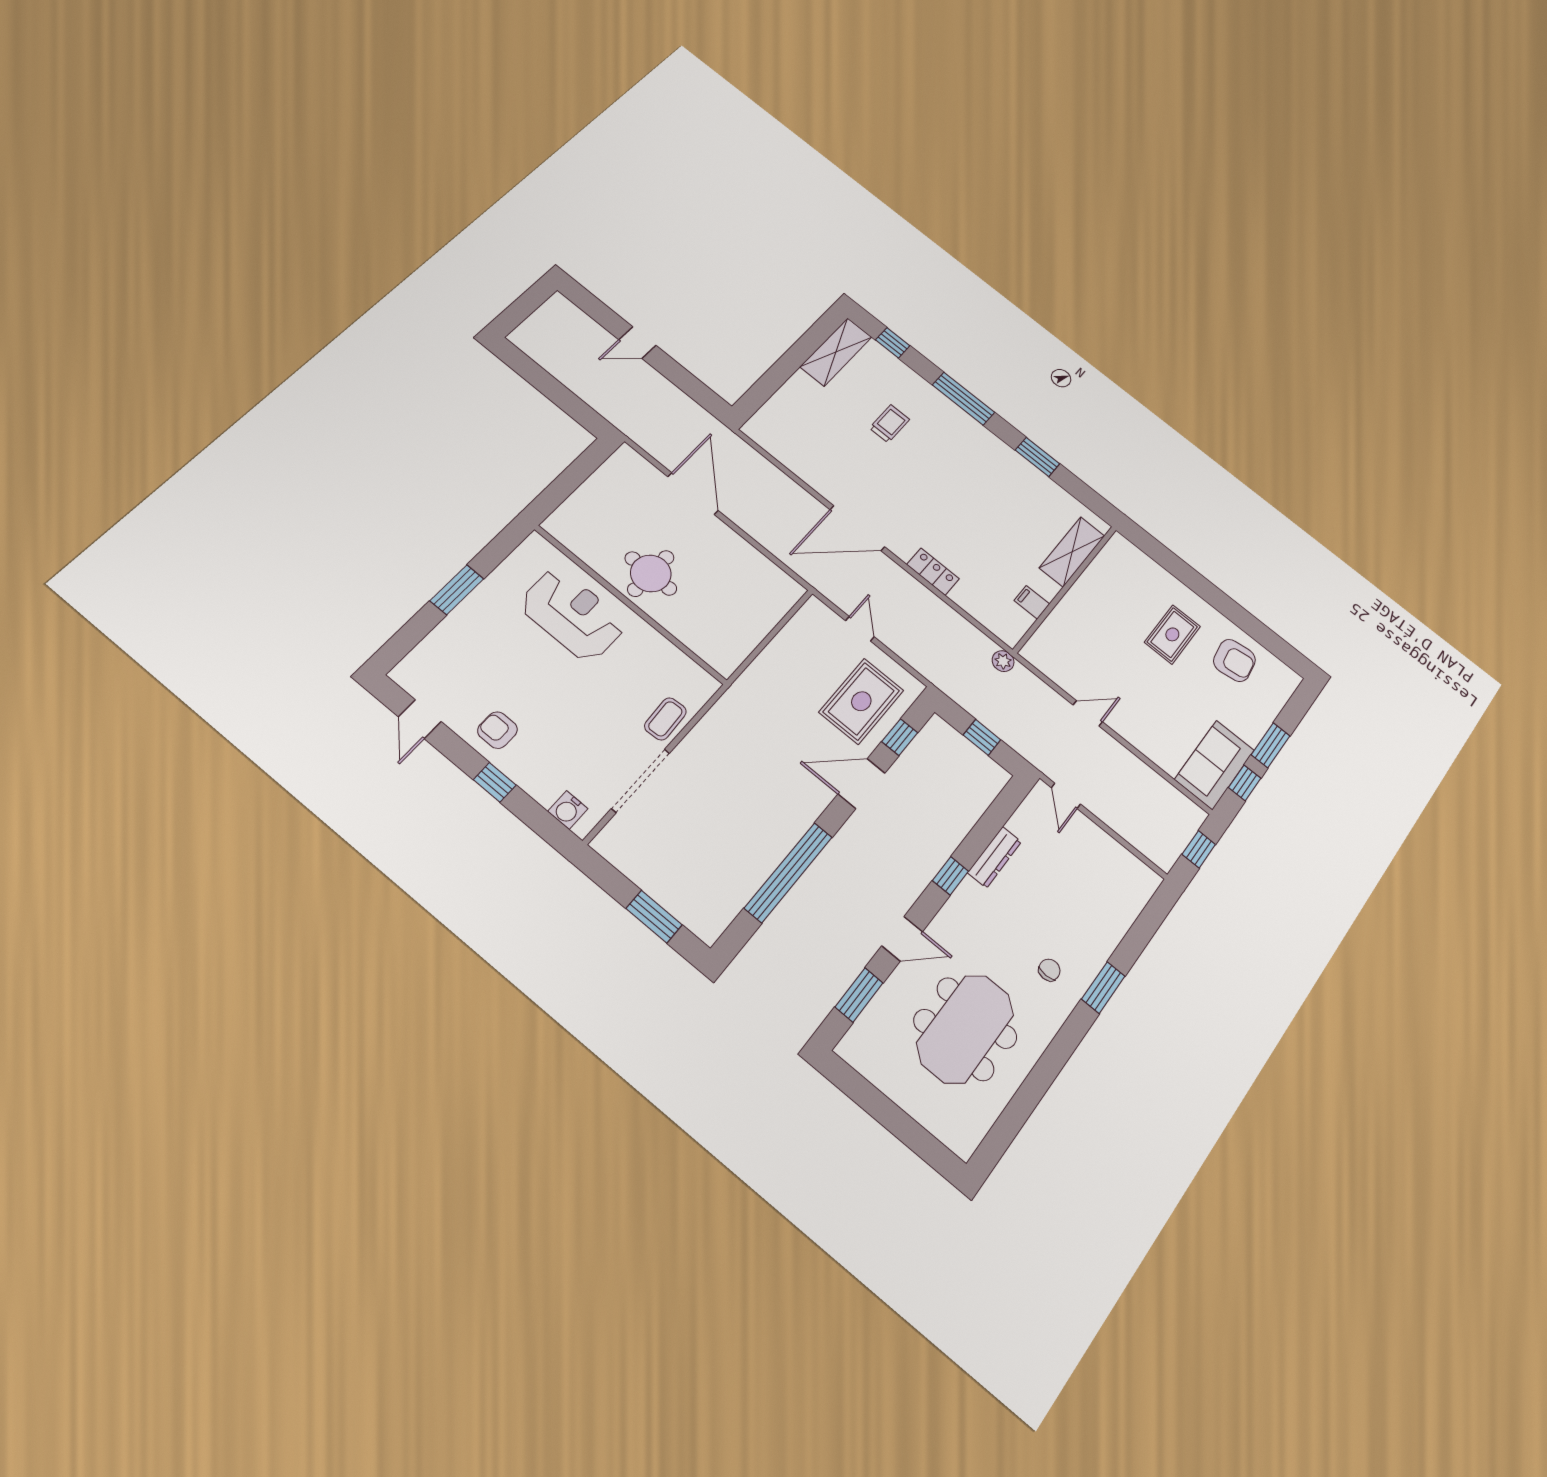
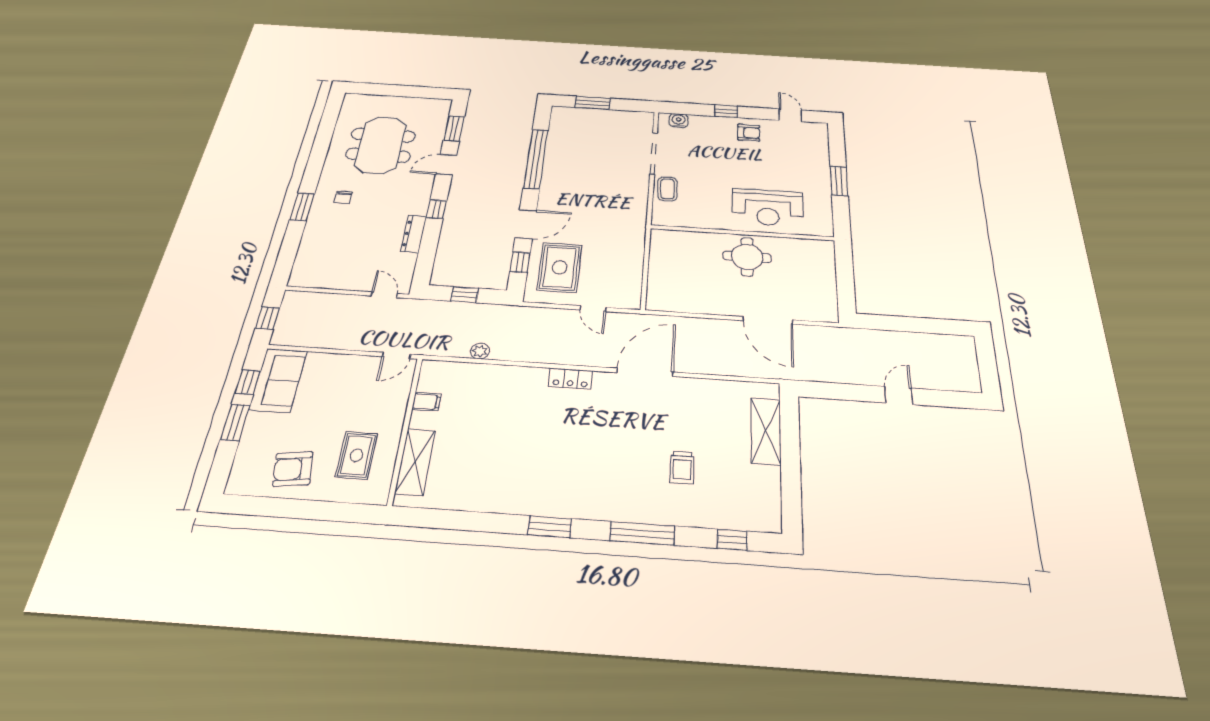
shelving: (836, 352) -> (766, 431), moved
shelving: (1072, 552) -> (415, 462), moved
wall: (1065, 589) -> (405, 429), moved
filing cabinet: (1032, 602) -> (426, 402), moved

